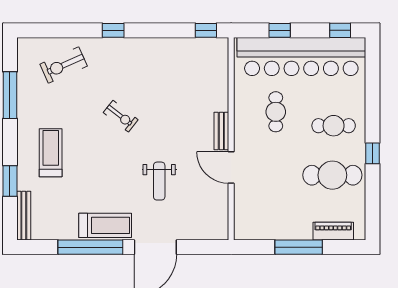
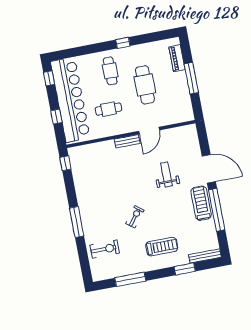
window: (113, 30) -> (77, 222), width x2.17
exercise bike: (64, 65) -> (105, 249), turned -66
exercise bike: (121, 116) -> (135, 217), moved
treadmill: (51, 153) -> (162, 247), turned 180
cafe table: (332, 175) -> (145, 85), moved
weight bench: (159, 181) -> (166, 174), turned -90

